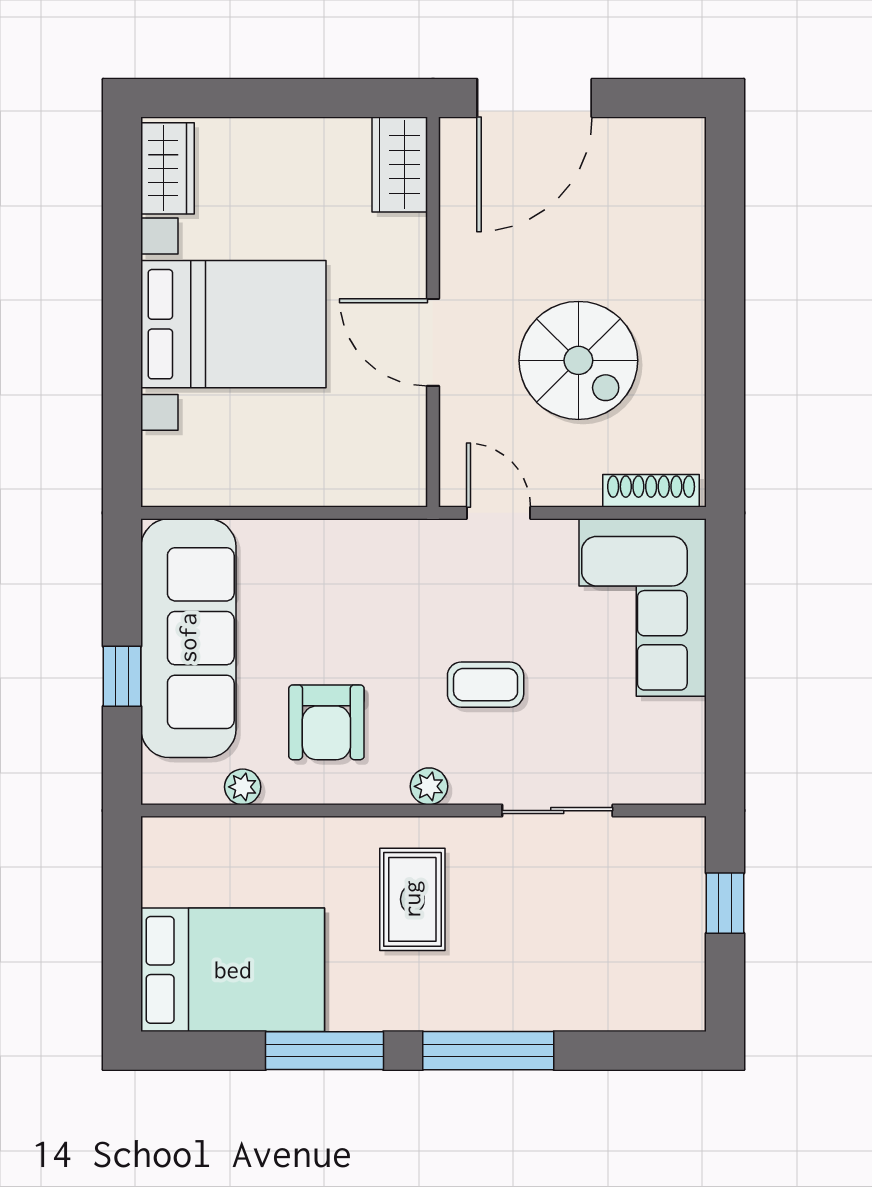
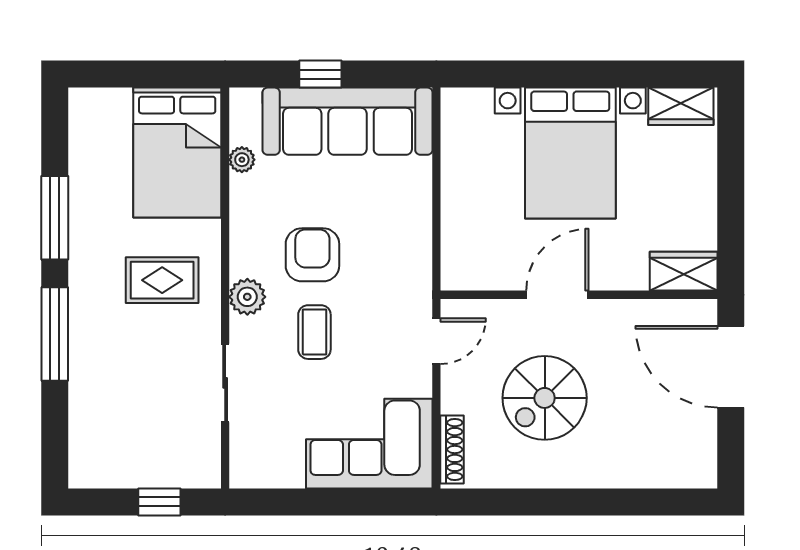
armchair: (326, 722) -> (312, 255), moved, turned 90
plant: (429, 786) -> (247, 297), width x1.38, depth x1.38
bed: (233, 970) -> (177, 153), moved

